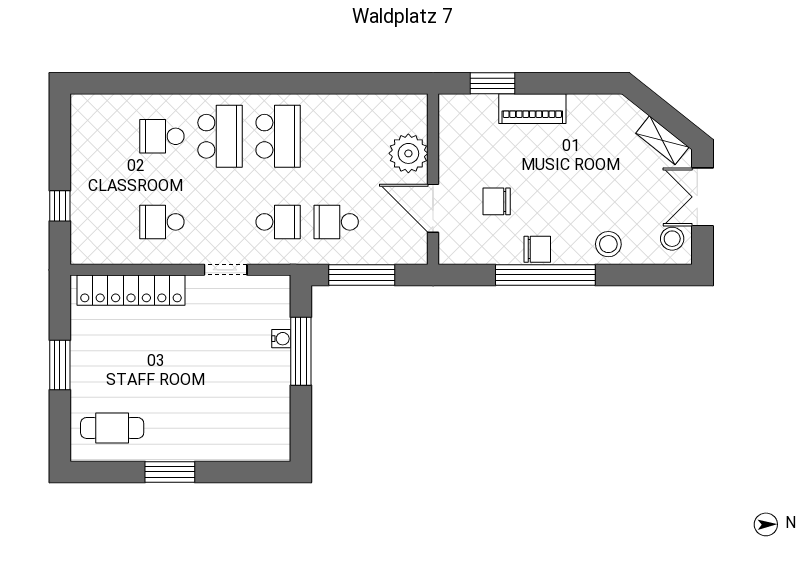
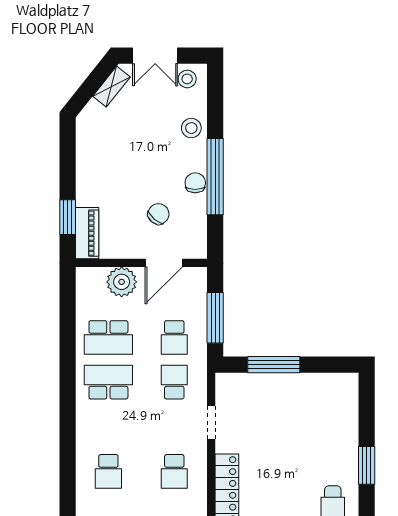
piano: (532, 109) -> (87, 233), moved
school desk: (220, 136) -> (108, 337), moved, turned 180
chair: (497, 201) -> (158, 214), turned -140
water cooler: (281, 339) -> (264, 380), removed

